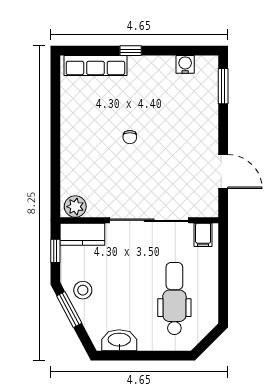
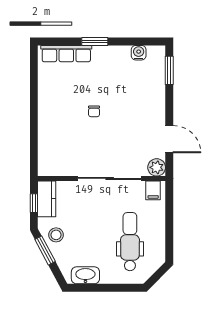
window: (131, 51) -> (95, 42), width x1.50
plant: (75, 207) -> (157, 167), moved
kitchen counter: (82, 234) -> (47, 199), moved, turned -90

